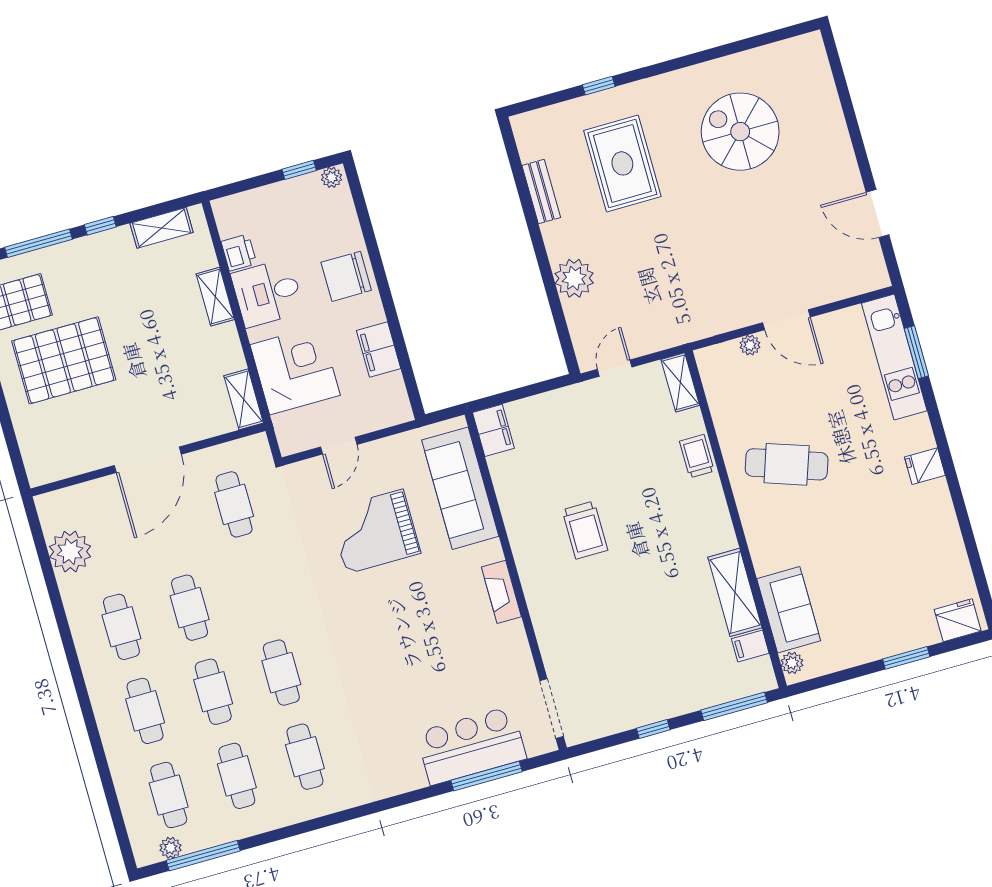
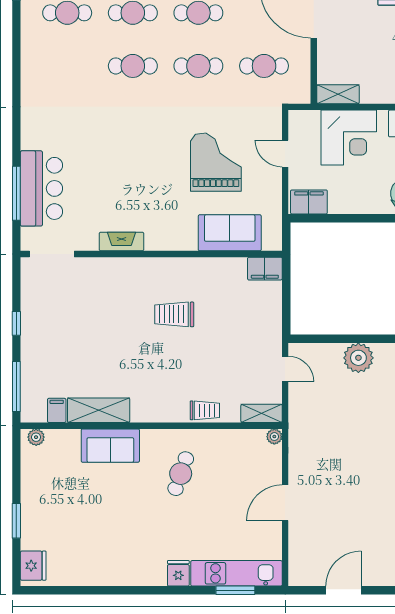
plant: (750, 345) -> (274, 437), moved
filing cabinet: (379, 349) -> (309, 202), moved
cafe table: (787, 464) -> (181, 474), width x0.73, depth x0.74
fridge: (925, 466) -> (178, 573), moved
sofa: (460, 488) -> (230, 233), width x0.73
fireplace: (501, 592) -> (122, 241), moved
sofa: (789, 610) -> (110, 446), moved
cafe table: (305, 757) -> (198, 66), moved

